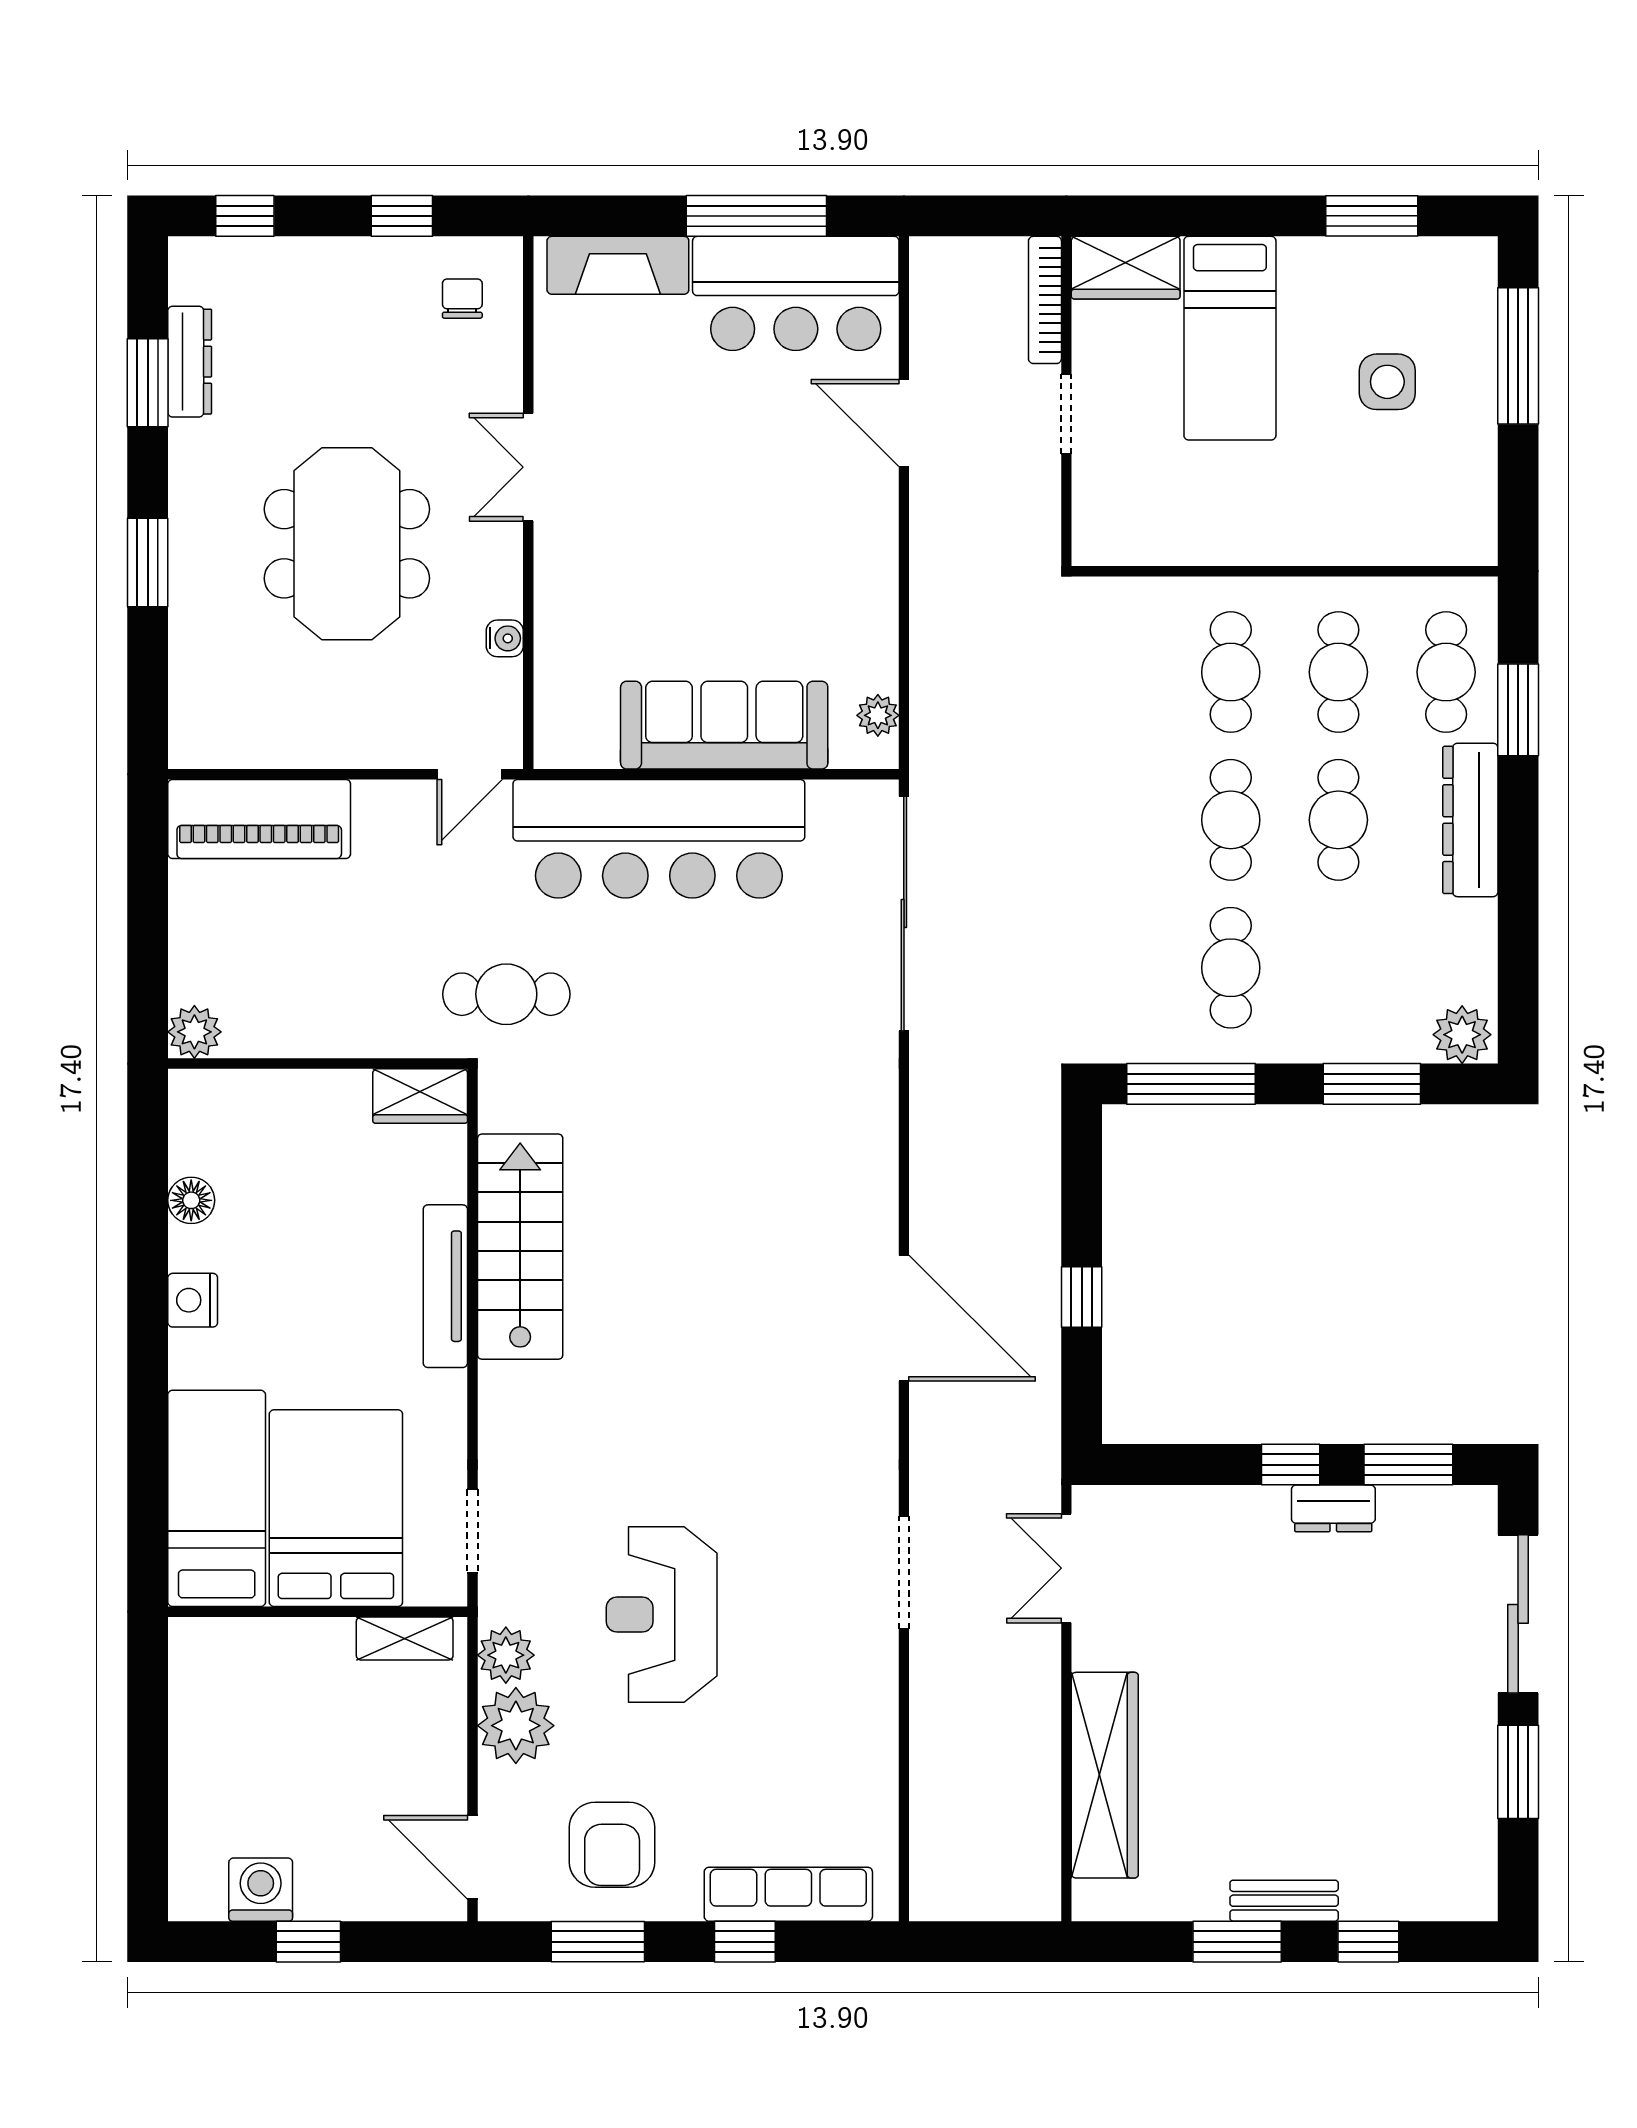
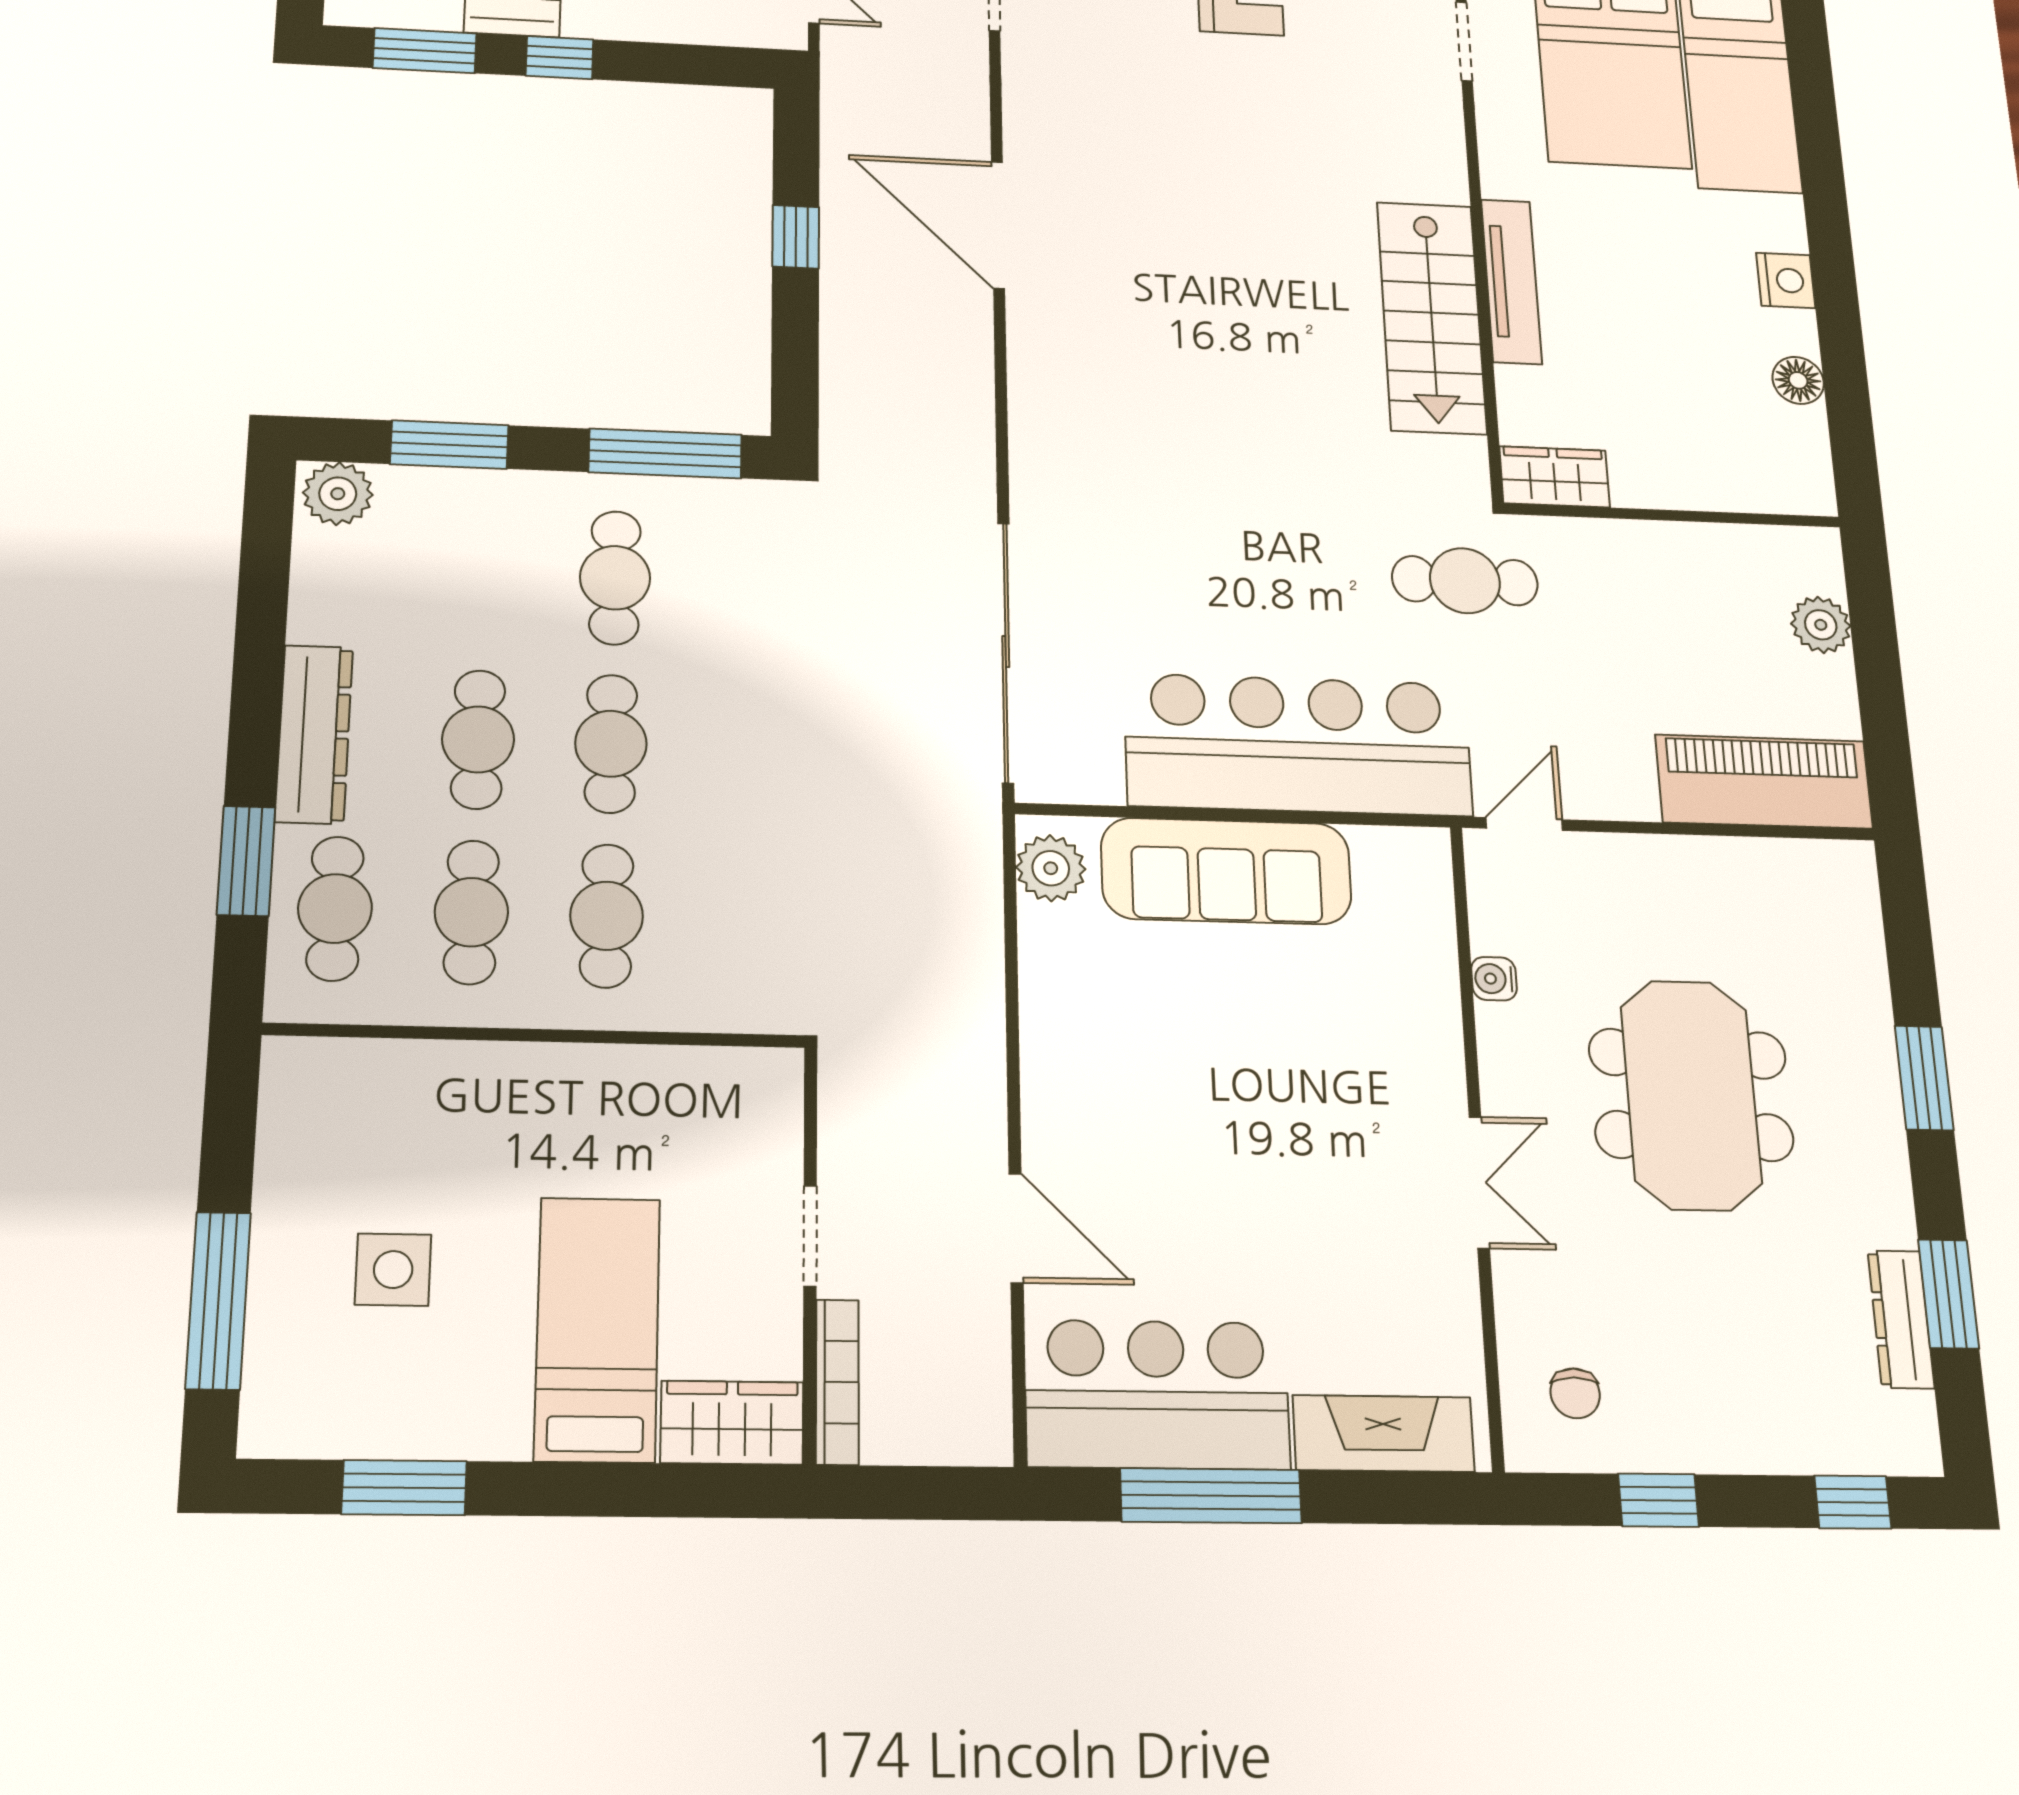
plant: (878, 715) -> (1051, 868), width x1.38, depth x1.38
plant: (194, 1032) -> (1821, 625), moved

